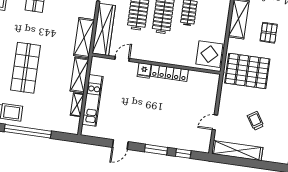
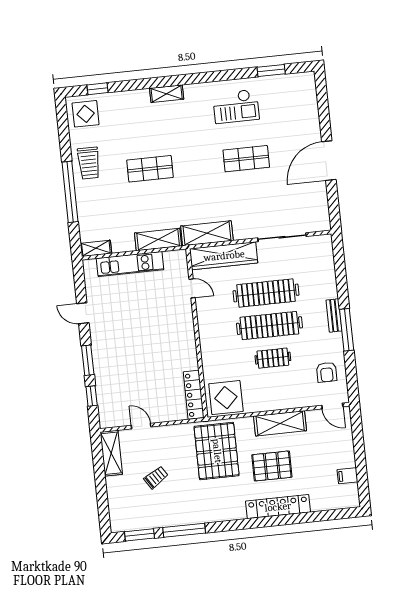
pallet: (269, 33) -> (272, 466), width x1.50, depth x1.42
shop shelf: (26, 68) -> (150, 169), width x0.70, depth x0.74
fridge: (144, 70) -> (184, 320), removed
locker: (169, 73) -> (194, 395), moved
shelving: (77, 105) -> (96, 248), moved
shelving: (237, 151) -> (111, 453), width x0.68

